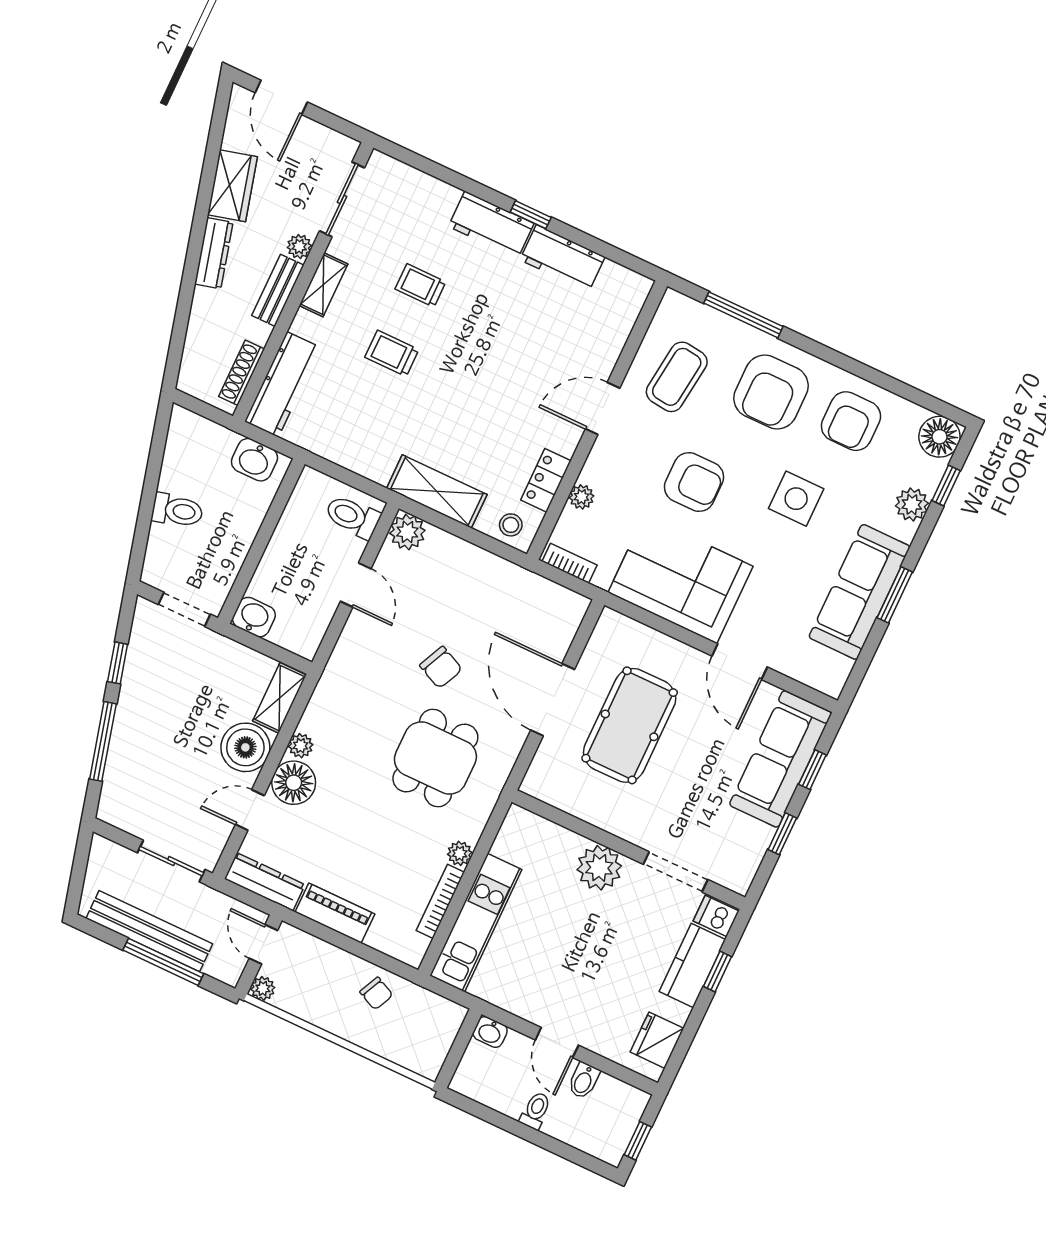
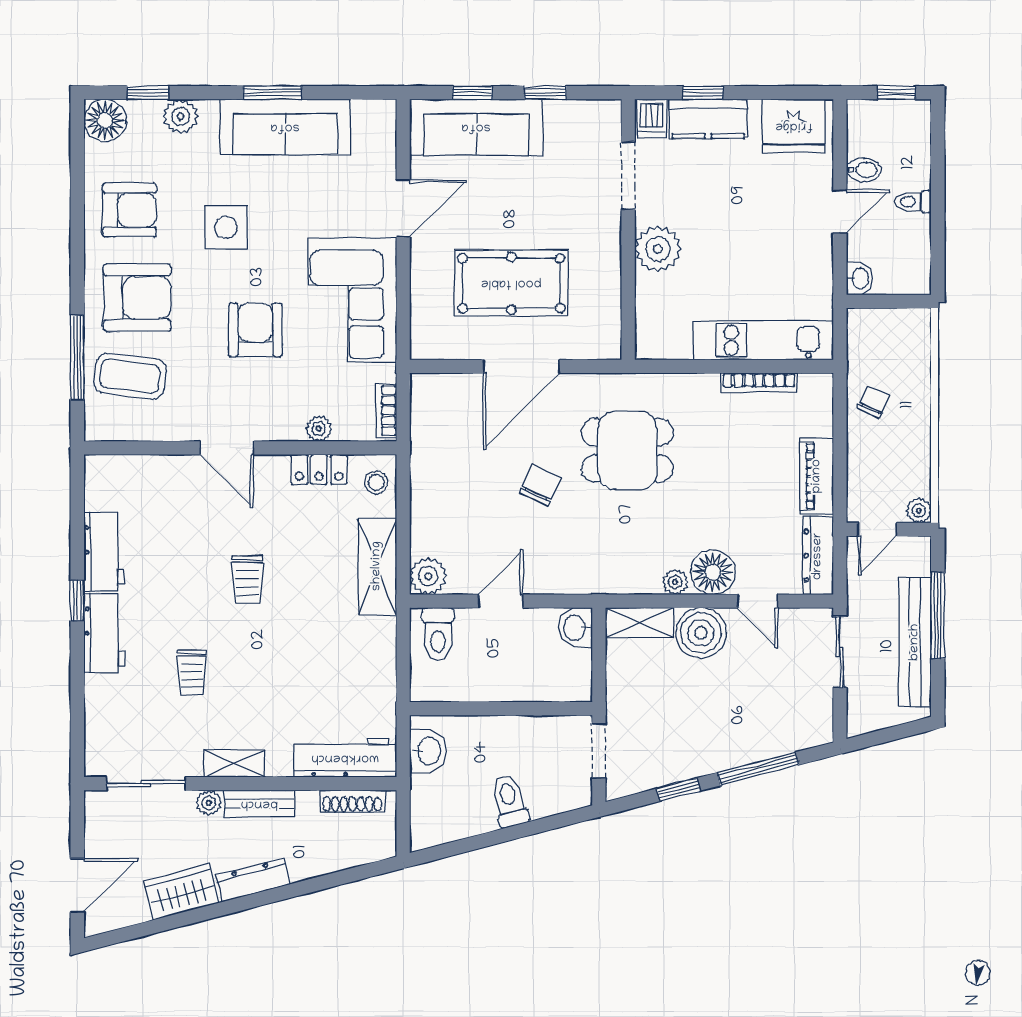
trolley: (392, 353) -> (247, 579), moved
coffee table: (677, 377) -> (130, 376), moved
washbasin: (254, 617) -> (575, 628), moved
plant: (460, 853) -> (706, 386), removed
fridge: (657, 1040) -> (794, 126), width x1.36, depth x1.34

